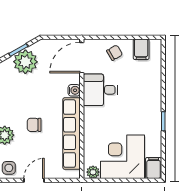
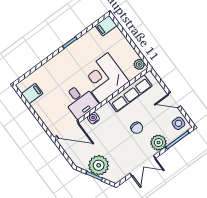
chair: (115, 53) -> (48, 110), removed
row of seats: (72, 134) -> (130, 93), width x0.73
corner desk: (122, 157) -> (104, 78), moved, turned 90

